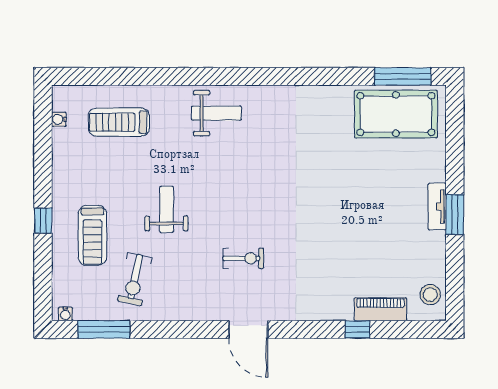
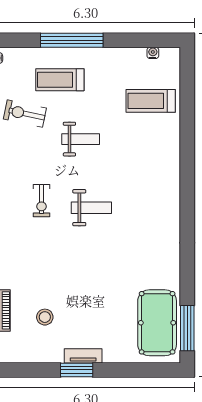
weight bench: (217, 113) -> (91, 208), moved, turned -90
treadmill: (119, 122) -> (151, 101), turned -90
window: (43, 221) -> (72, 40), width x3.17
stool: (430, 295) -> (45, 317), moved

